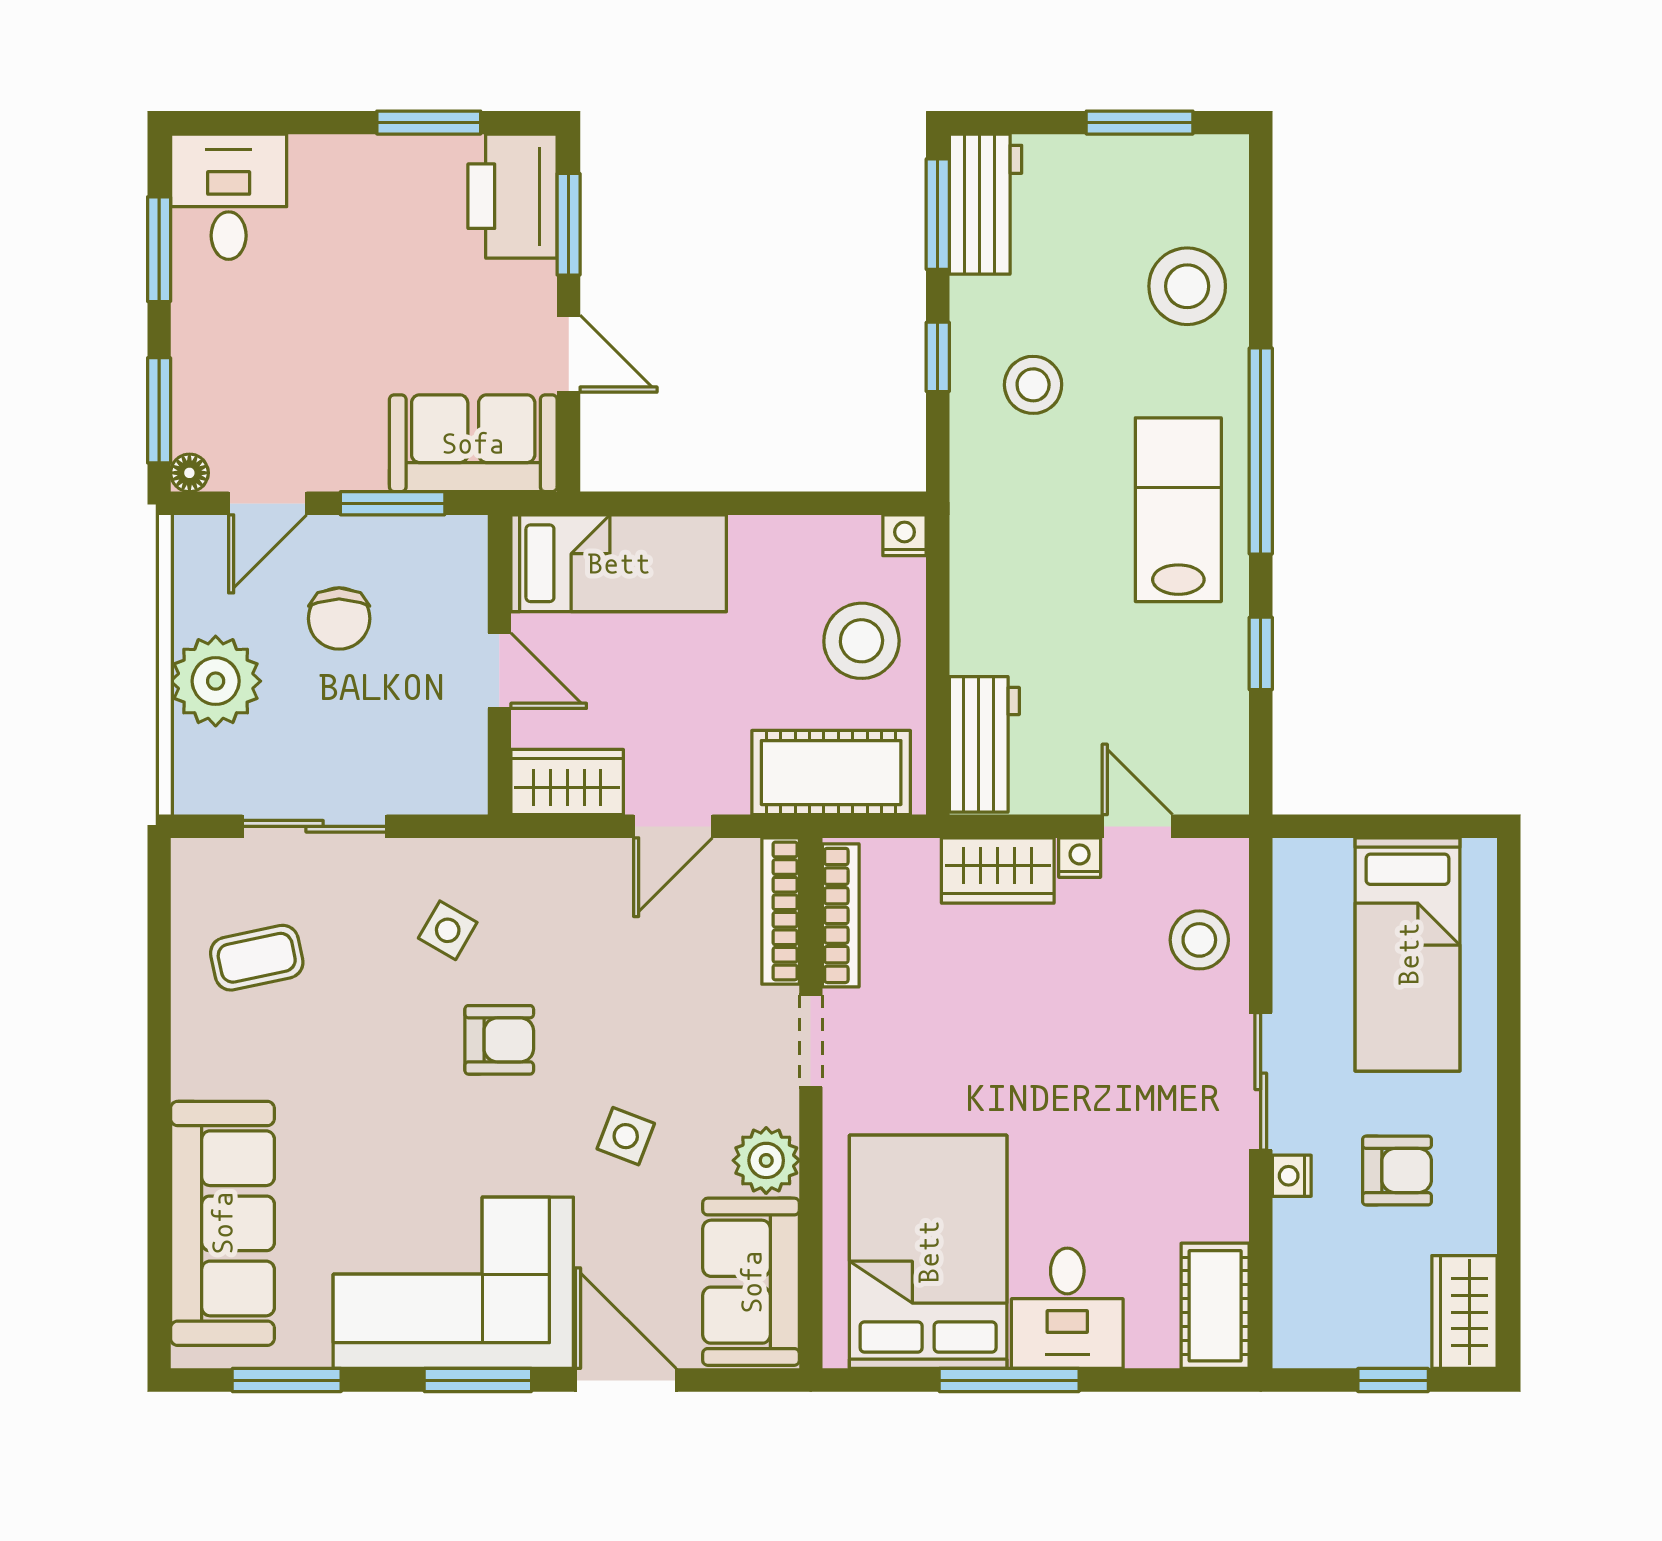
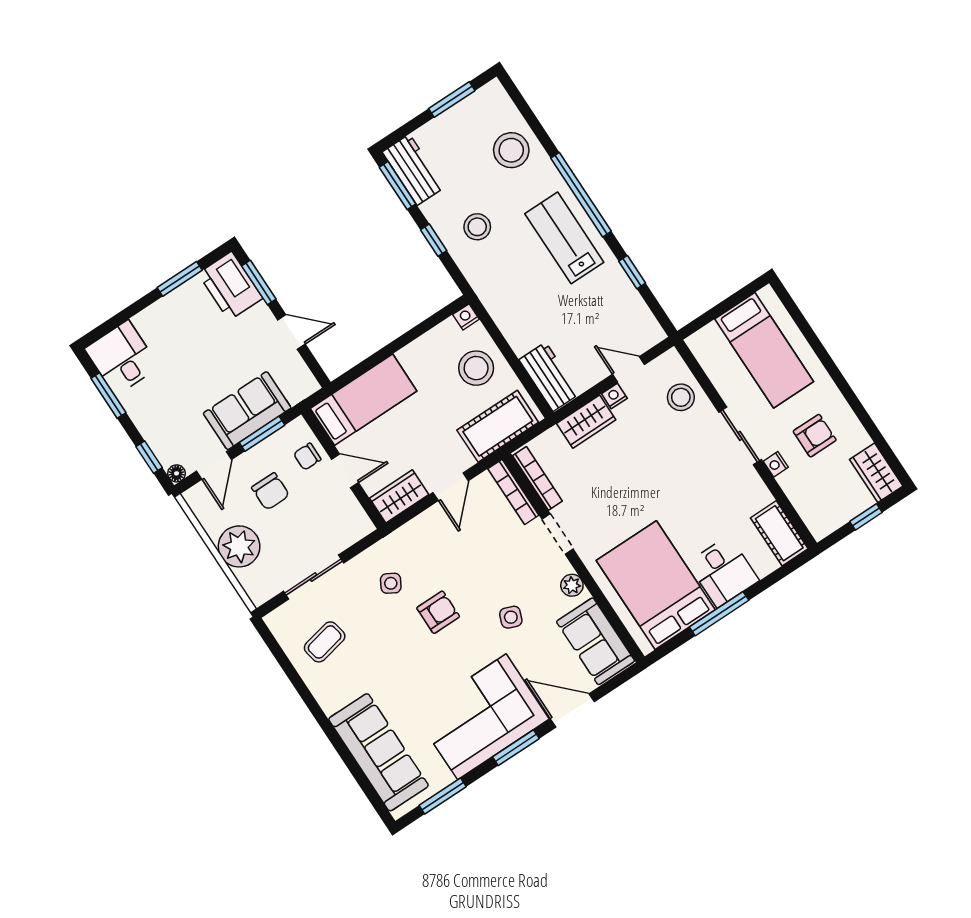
window: (159, 410) -> (149, 457), width x0.67
sofa: (473, 443) -> (247, 411), moved
chair: (448, 599) -> (307, 457), added
plant: (766, 1160) -> (572, 585), width x0.73, depth x0.73

